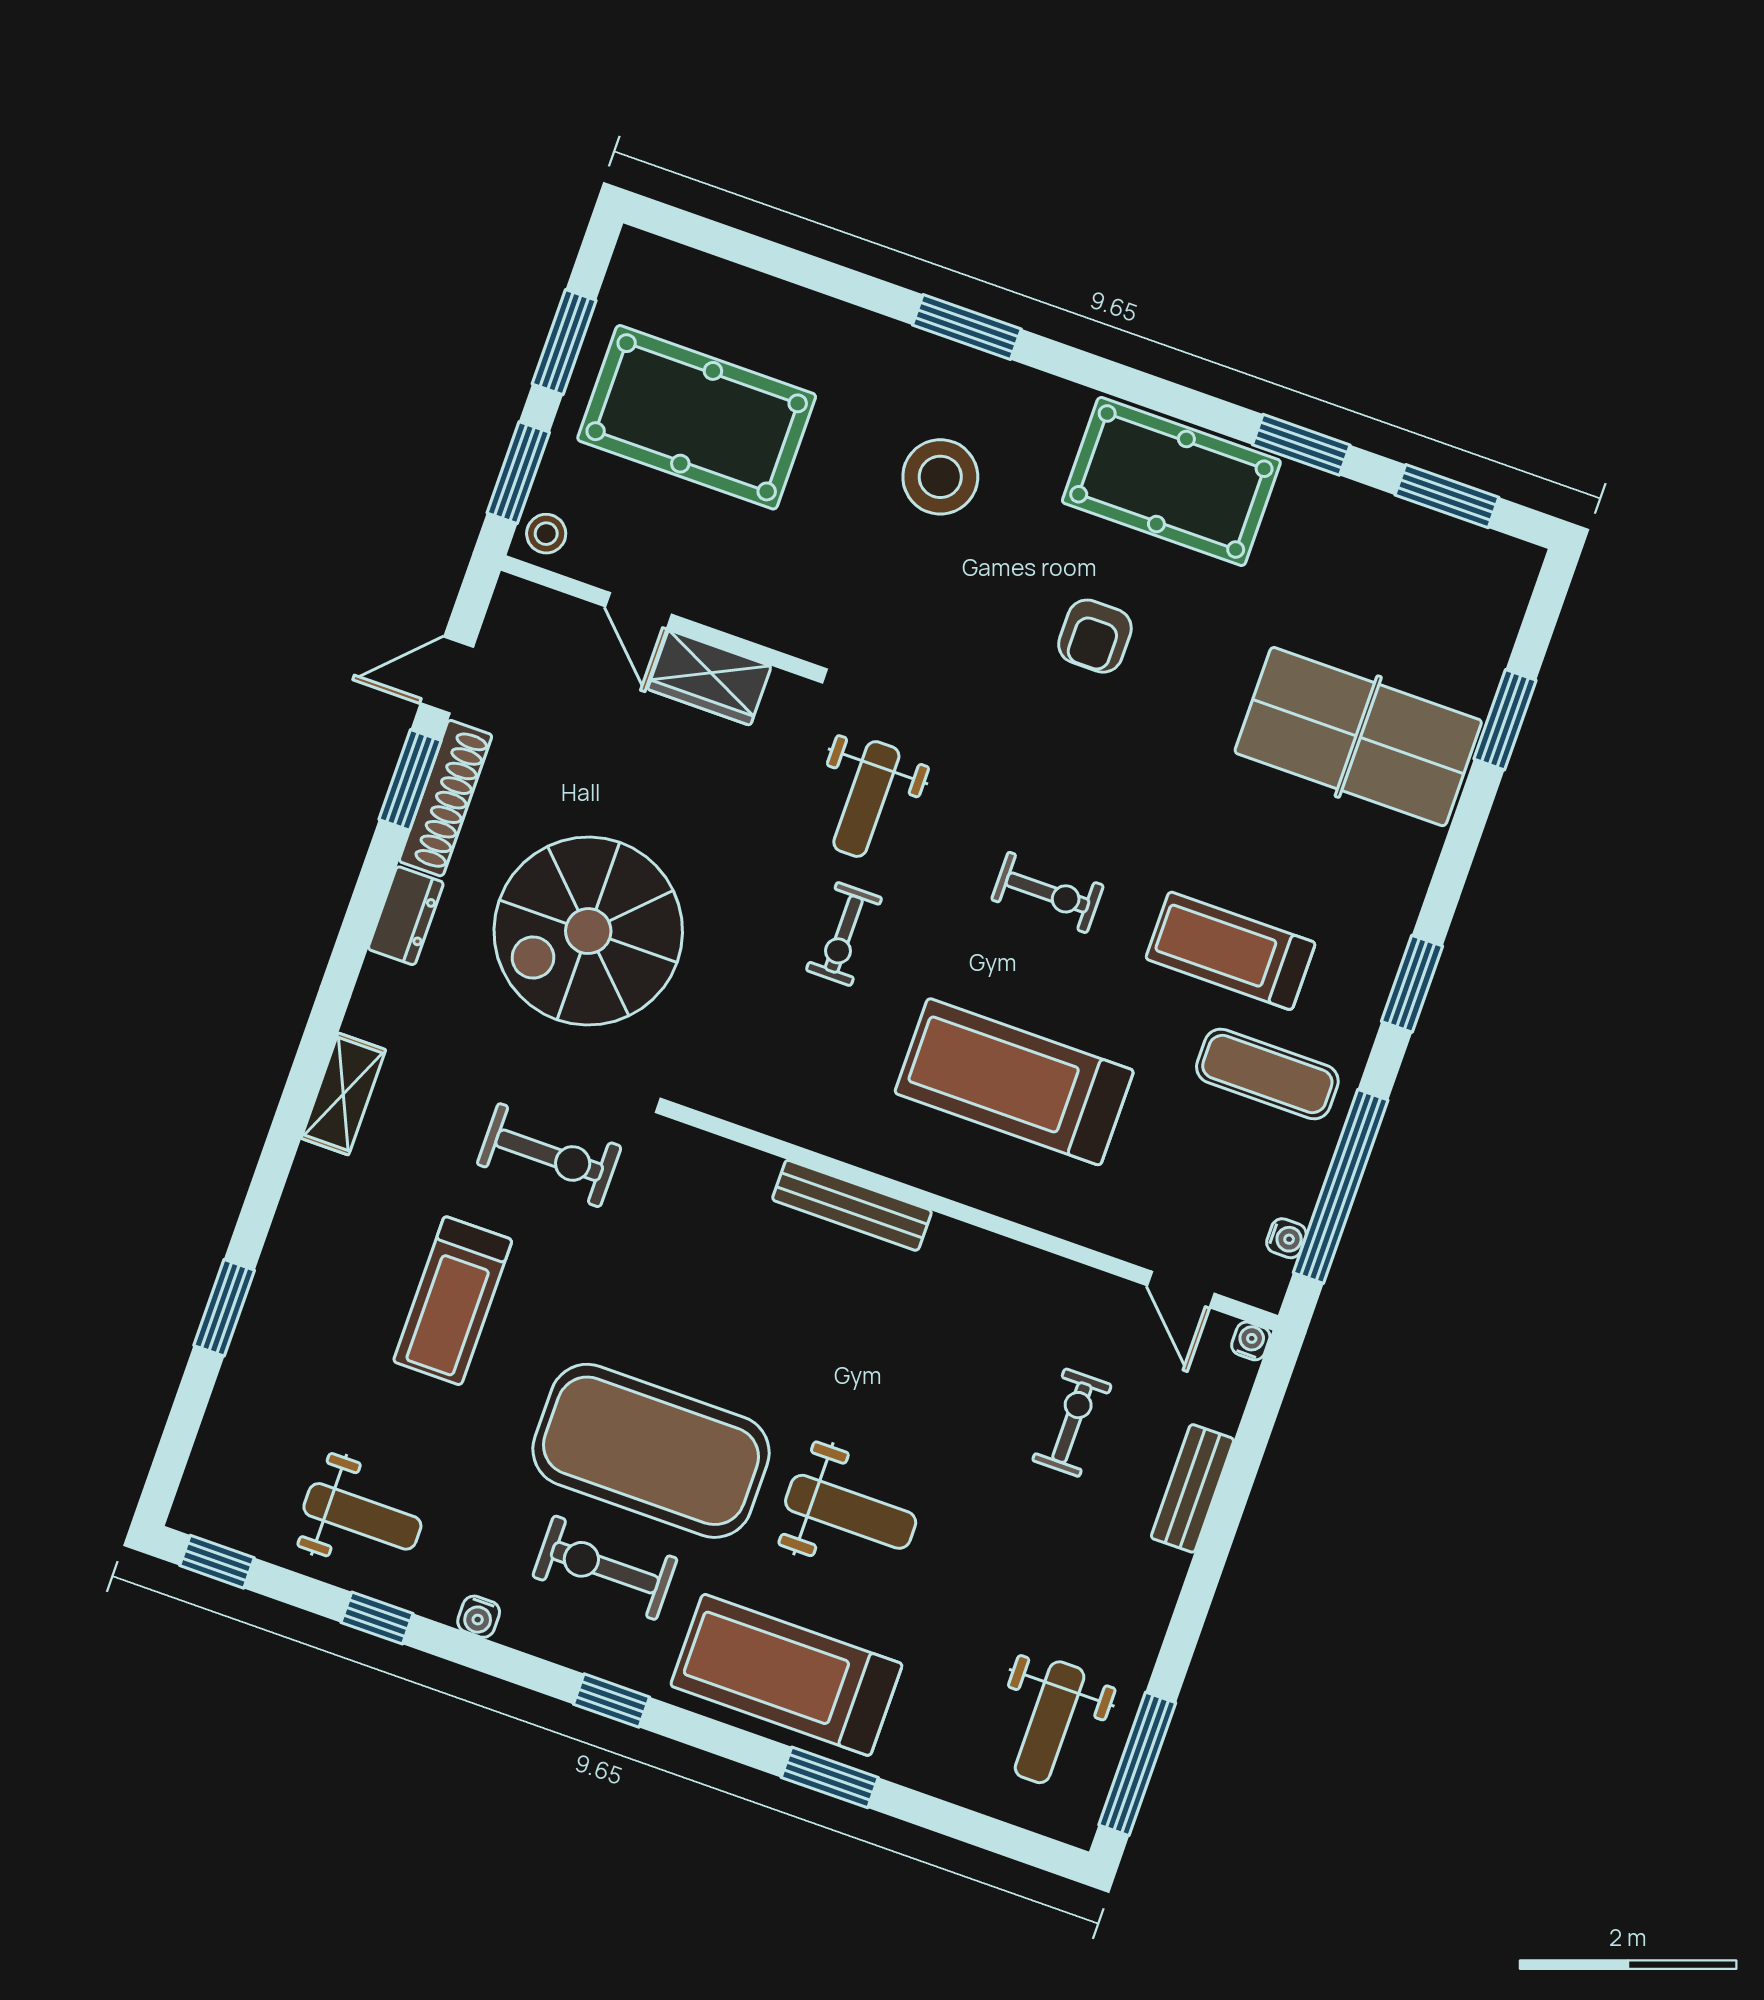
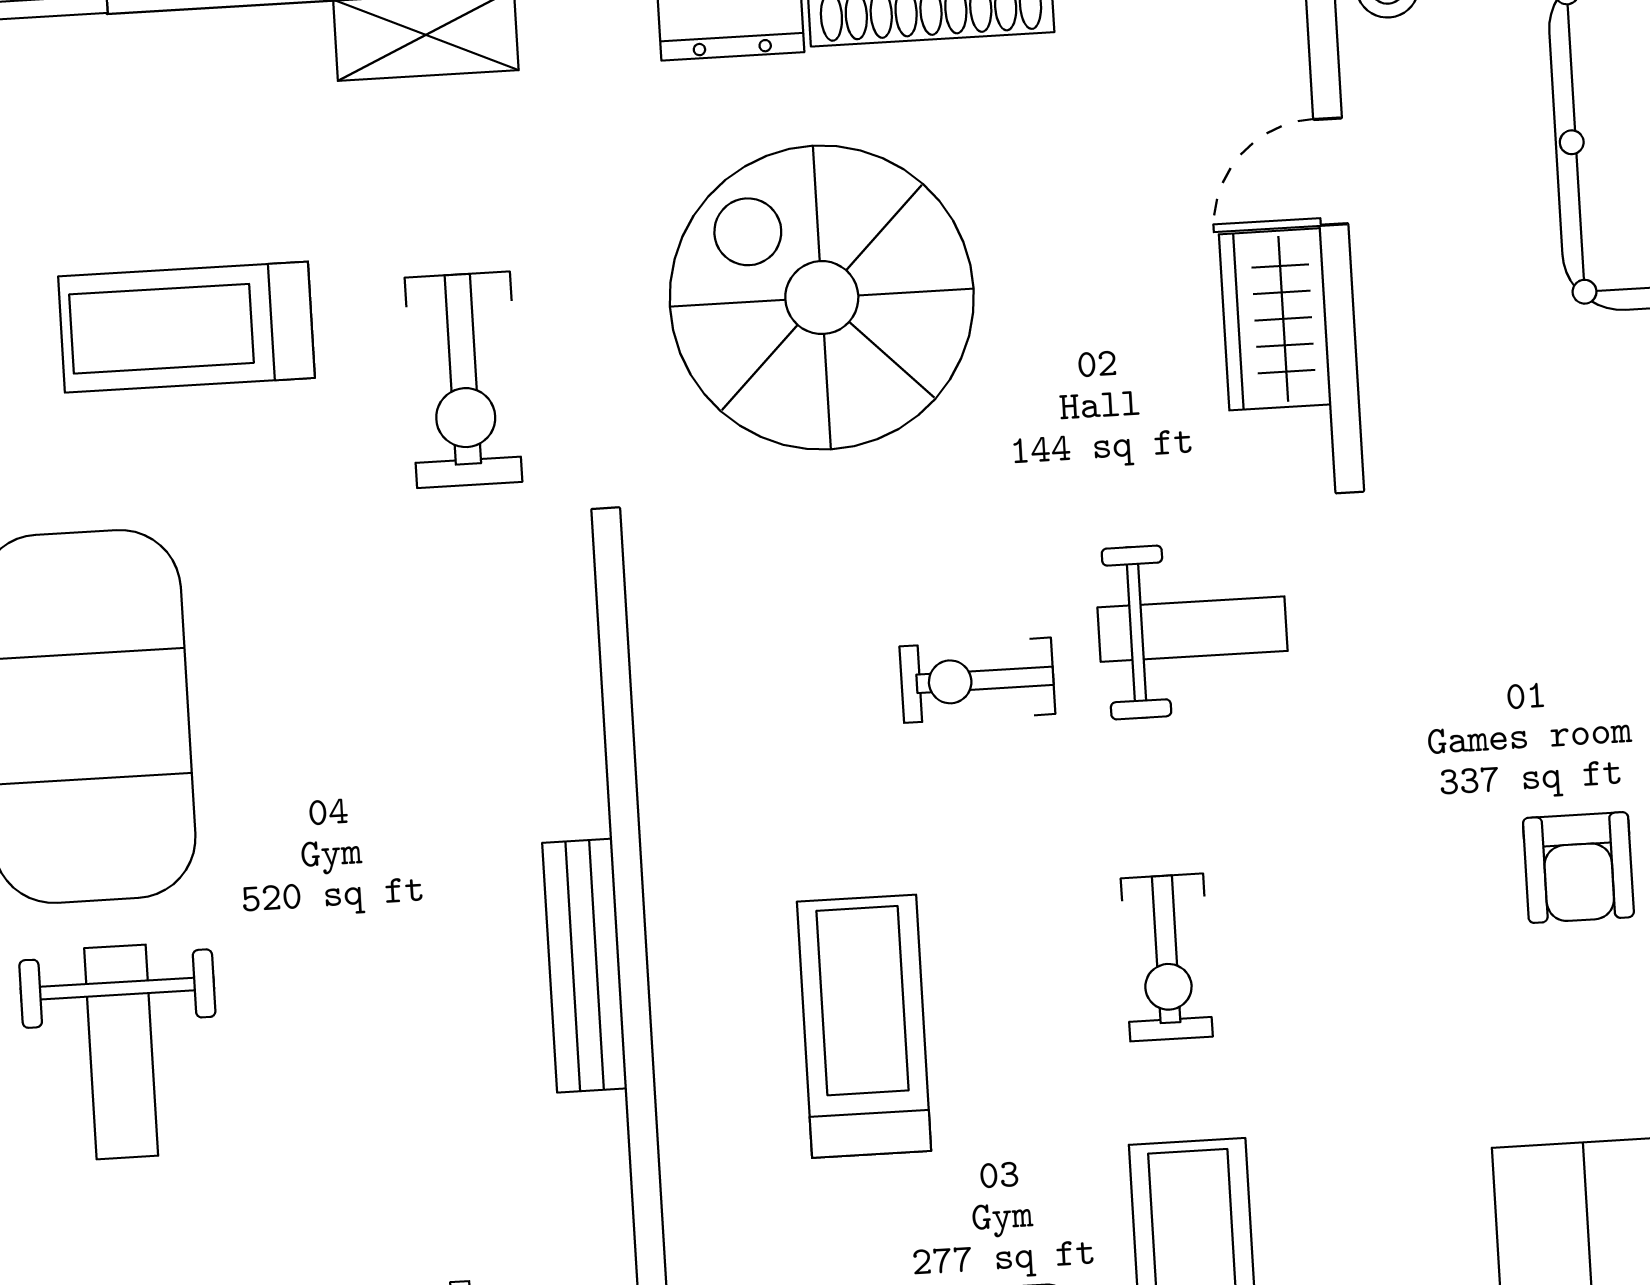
armchair: (1095, 636) -> (1578, 868), turned -90
weight bench: (866, 799) -> (1193, 629), turned 180
treadmill: (1014, 1082) -> (864, 1026), width x0.73, depth x0.73
bench: (852, 1205) -> (585, 966), moved

